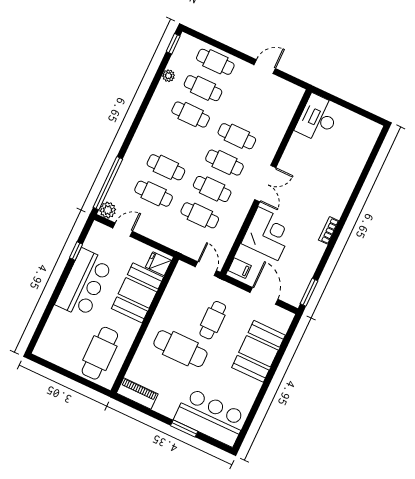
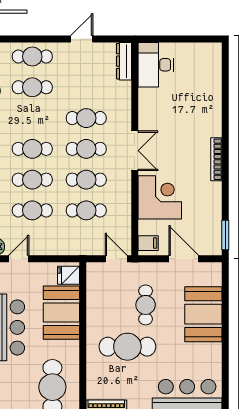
dresser: (292, 103) -> (124, 61), added
cafe table: (191, 115) -> (32, 149), moved
bookcase: (329, 230) -> (216, 159), width x1.56

